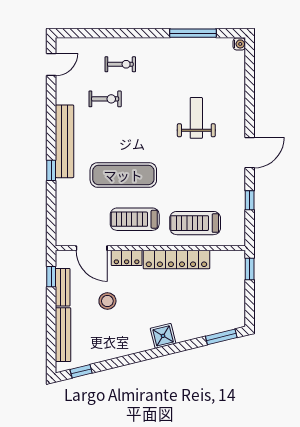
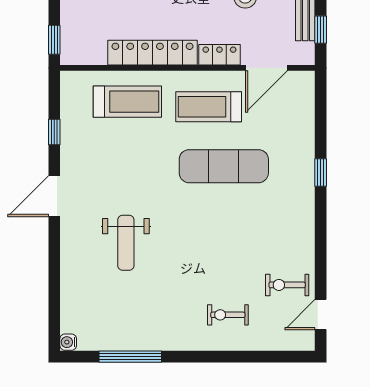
exercise bike: (105, 99) -> (287, 285), moved
bench: (65, 141) -> (303, 211), removed
treadmill: (135, 219) -> (209, 107), turned 180
door: (92, 248) -> (266, 68), swing flipped

